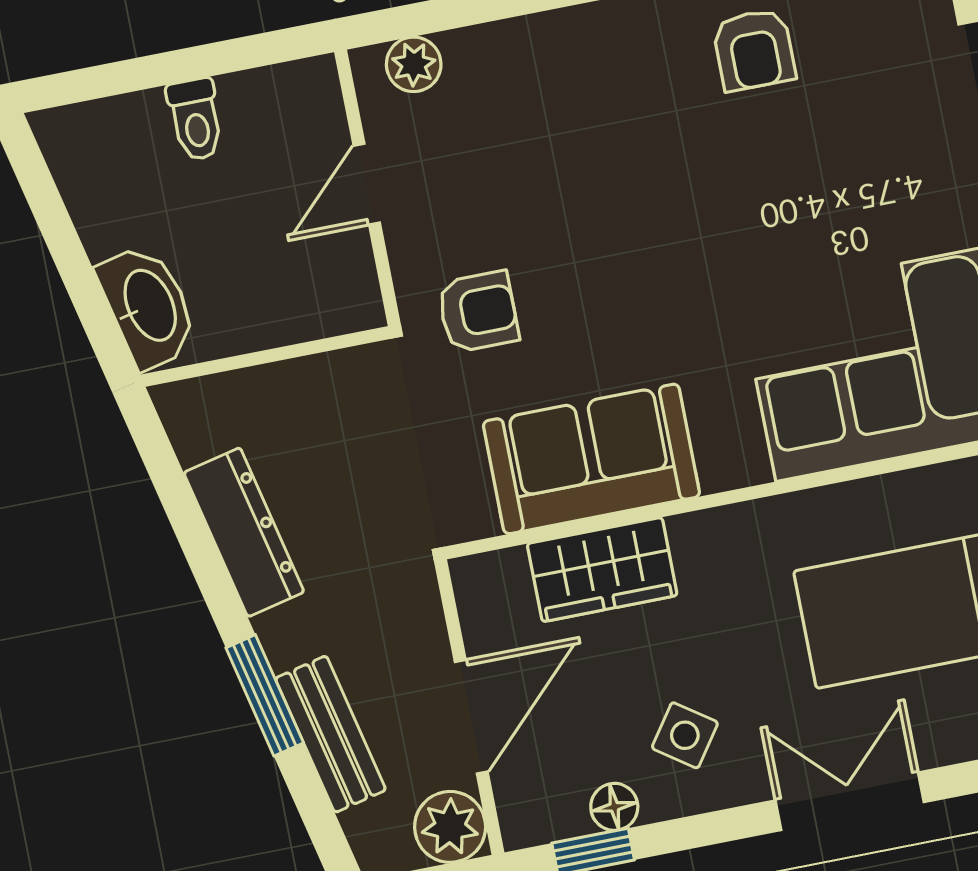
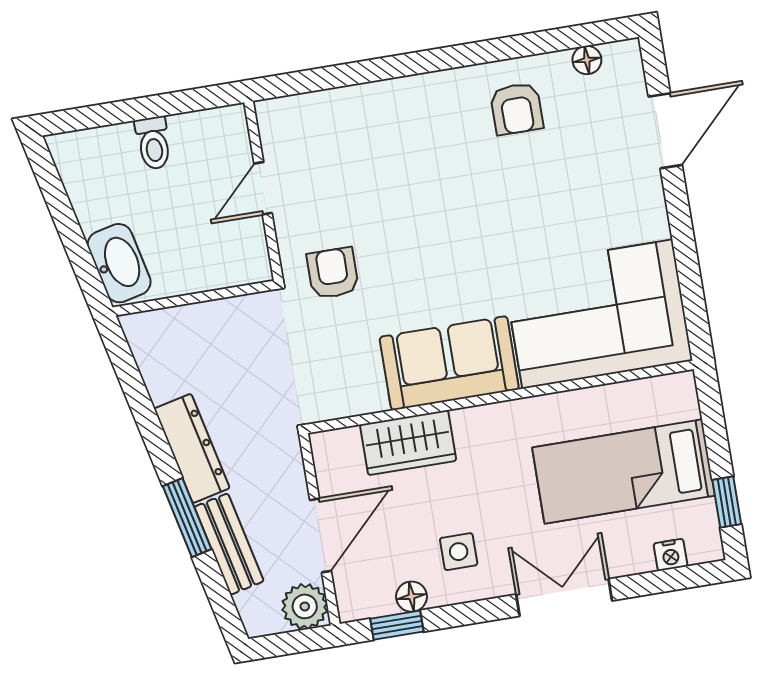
plant: (414, 64) -> (296, 112), removed
armchair: (478, 312) -> (333, 273), turned -90
sofa: (591, 459) -> (449, 363), moved
dresser: (244, 532) -> (192, 448), moved
side table: (685, 735) -> (459, 552), turned -35

